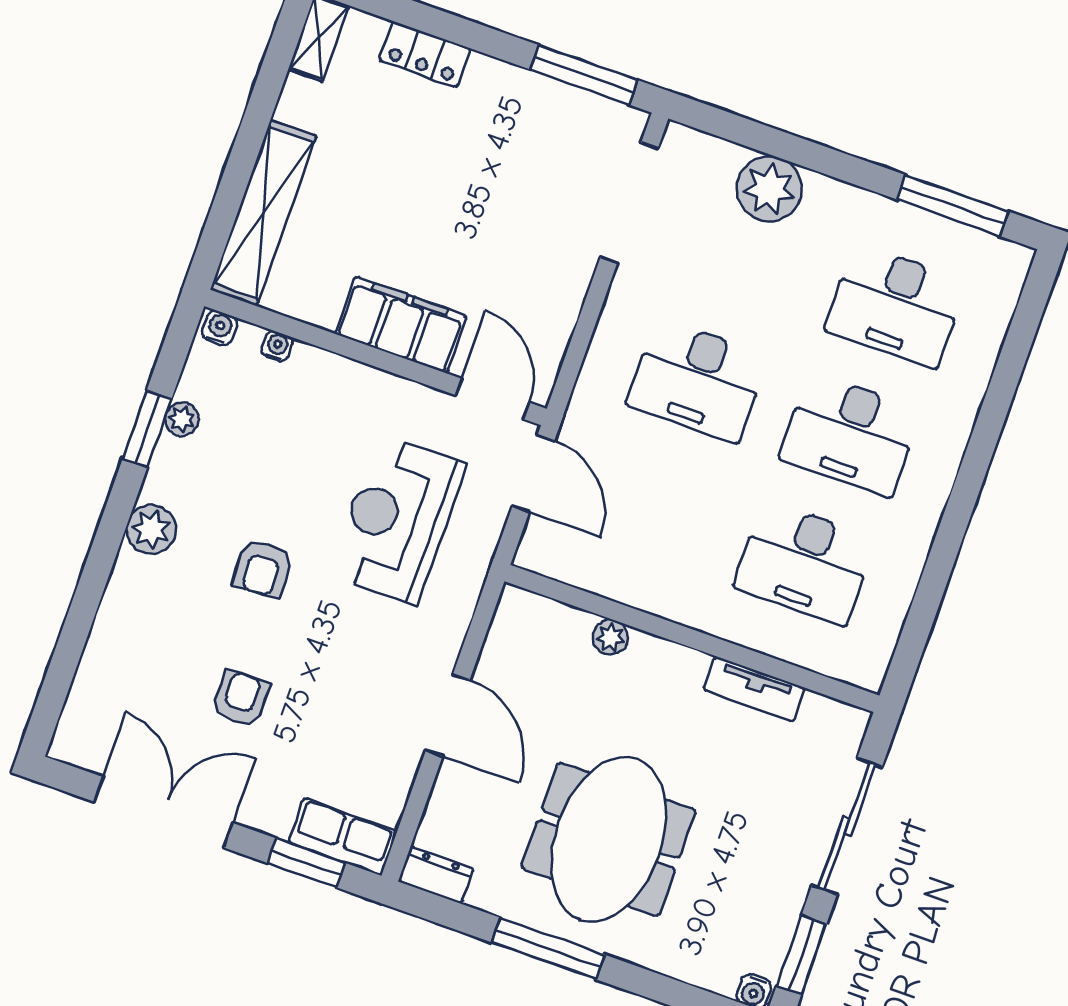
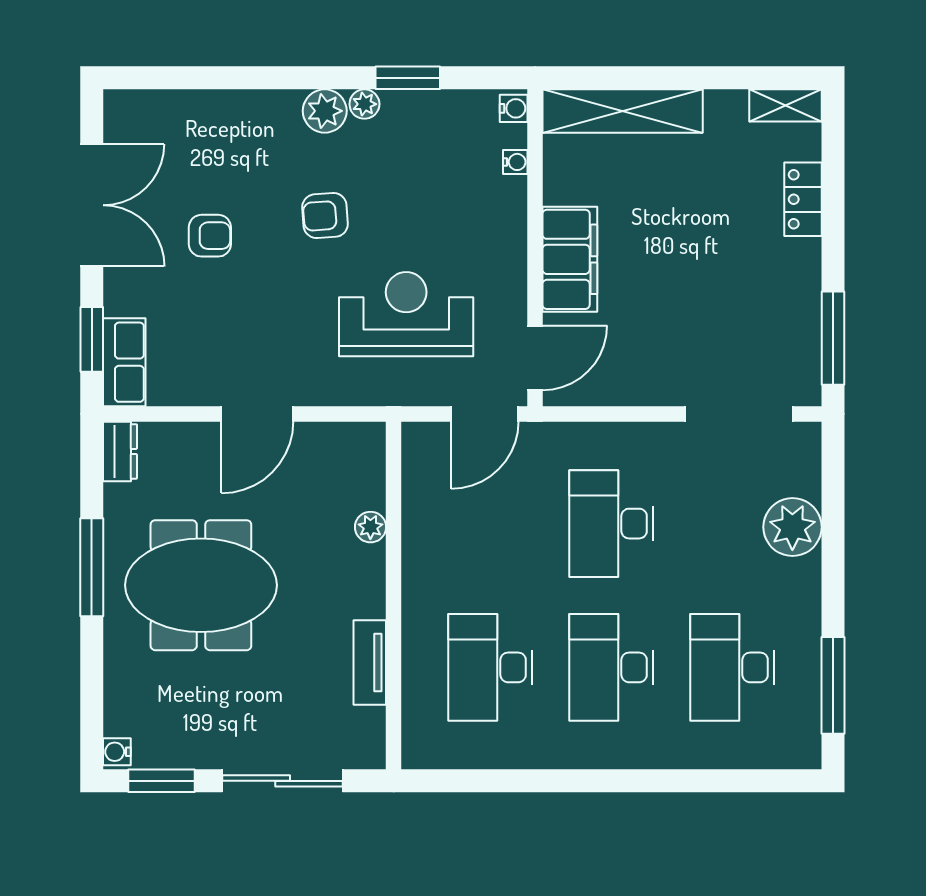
plant: (182, 419) -> (364, 104), moved

